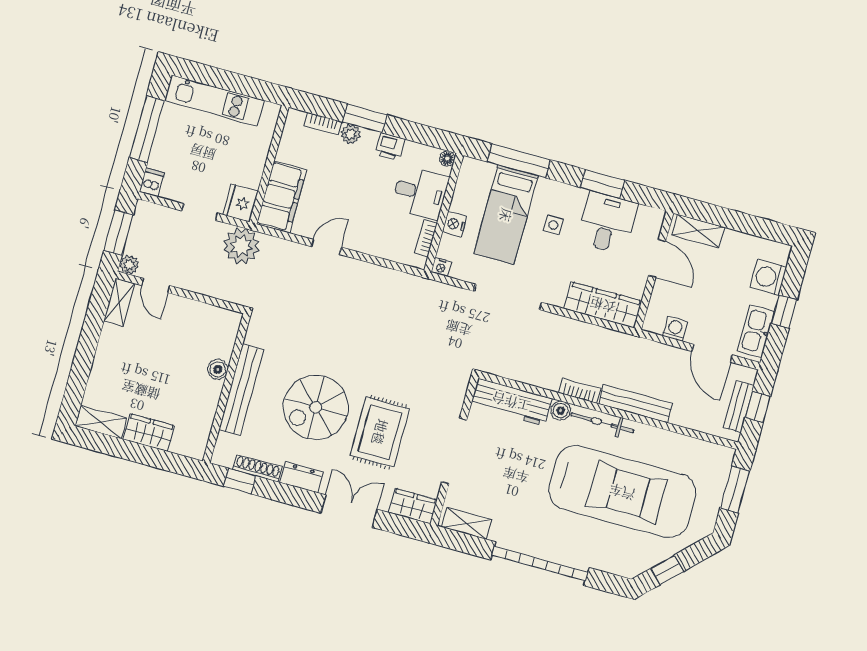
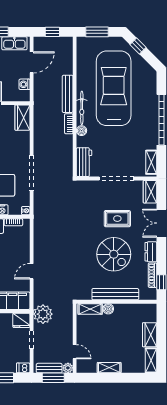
door: (326, 247) -> (32, 271), hinge flipped
door: (156, 286) -> (75, 352), hinge flipped
shelving: (119, 302) -> (109, 368), moved
wardrobe: (603, 305) -> (22, 118), width x0.67
shelving: (227, 336) -> (90, 309), added
workbench: (511, 402) -> (84, 162), width x0.73
bench: (739, 407) -> (49, 368), moved
rug: (380, 432) -> (117, 219), width x0.73, depth x0.70
window: (667, 570) -> (138, 46), moved

